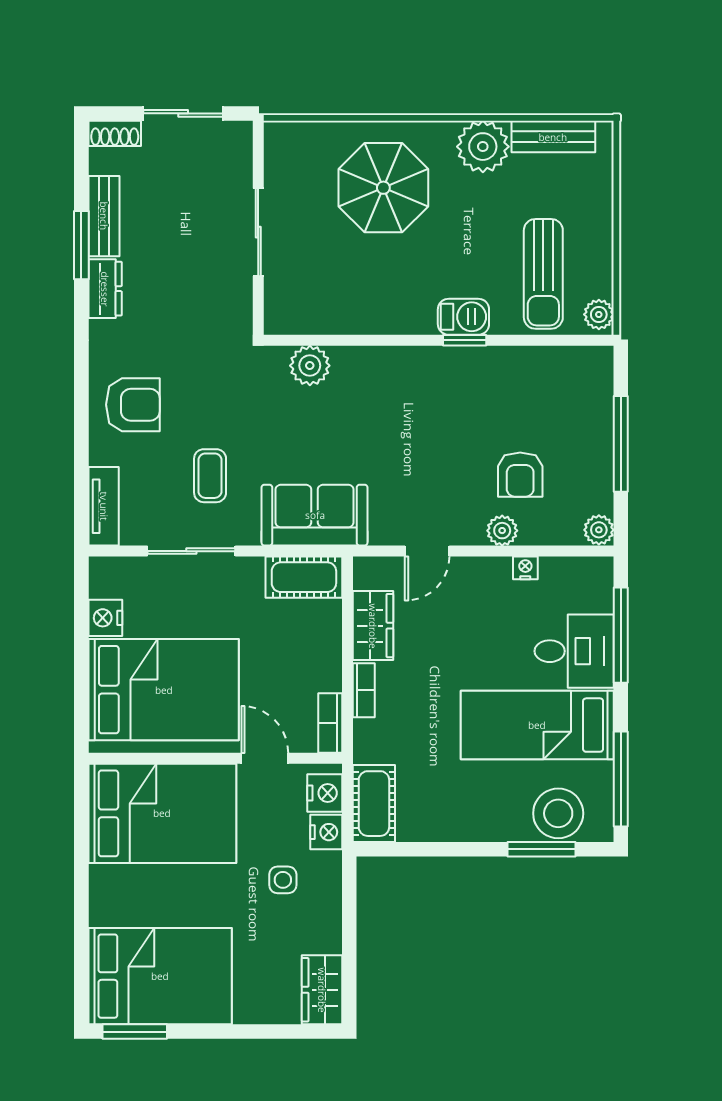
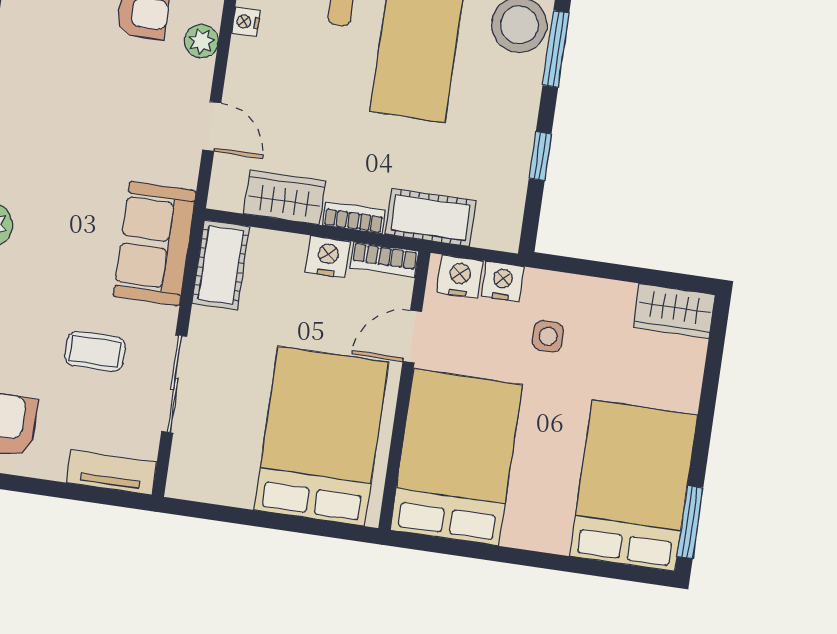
nightstand: (105, 618) -> (328, 257), moved, turned 180
cot: (374, 804) -> (430, 218), moved
window: (443, 849) -> (540, 156), added

